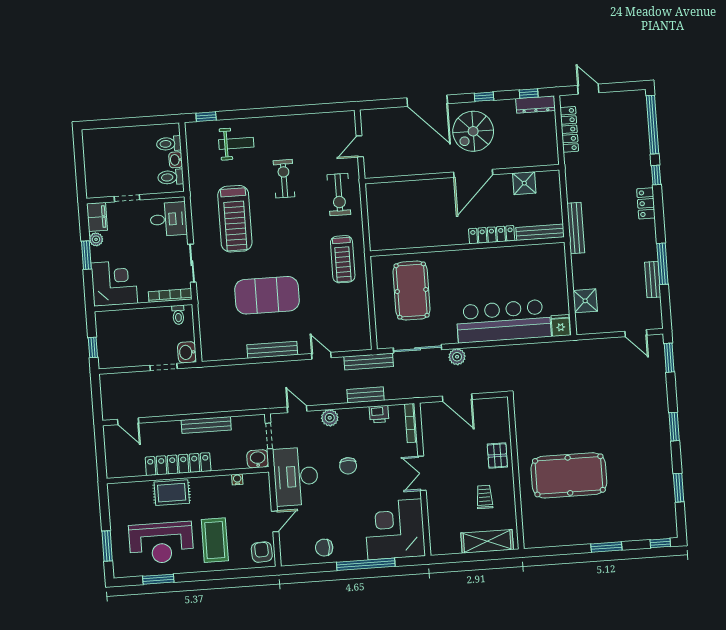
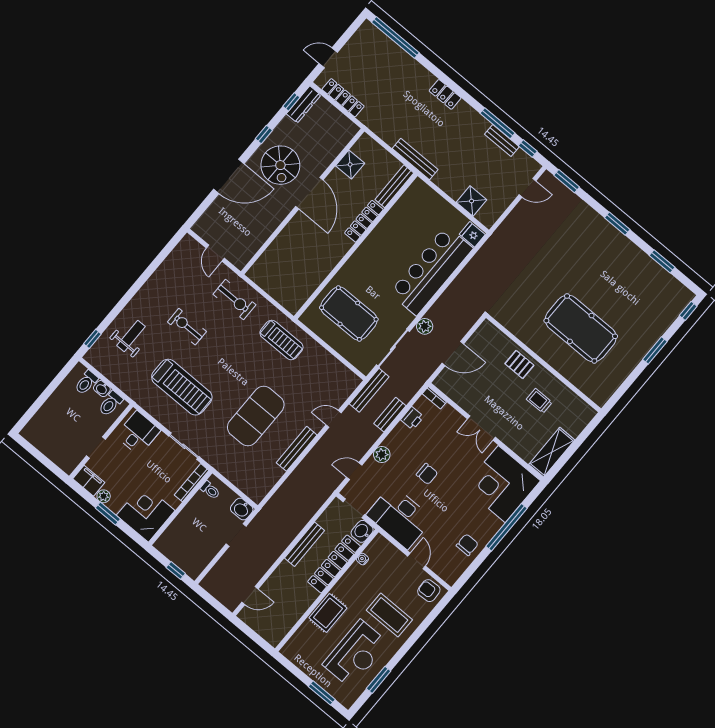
window: (656, 175) -> (528, 149), moved
bookcase: (411, 423) -> (434, 398), width x0.64
locker: (178, 464) -> (334, 564), moved
pool table: (569, 475) -> (581, 328), turned 90
shelving: (487, 541) -> (552, 452), moved
chair: (324, 548) -> (467, 545), turned 180

